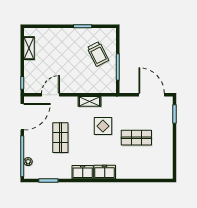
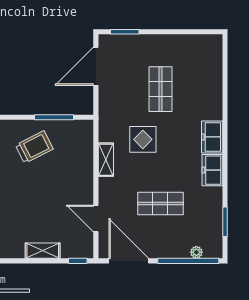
shelving: (29, 48) -> (43, 251), moved

